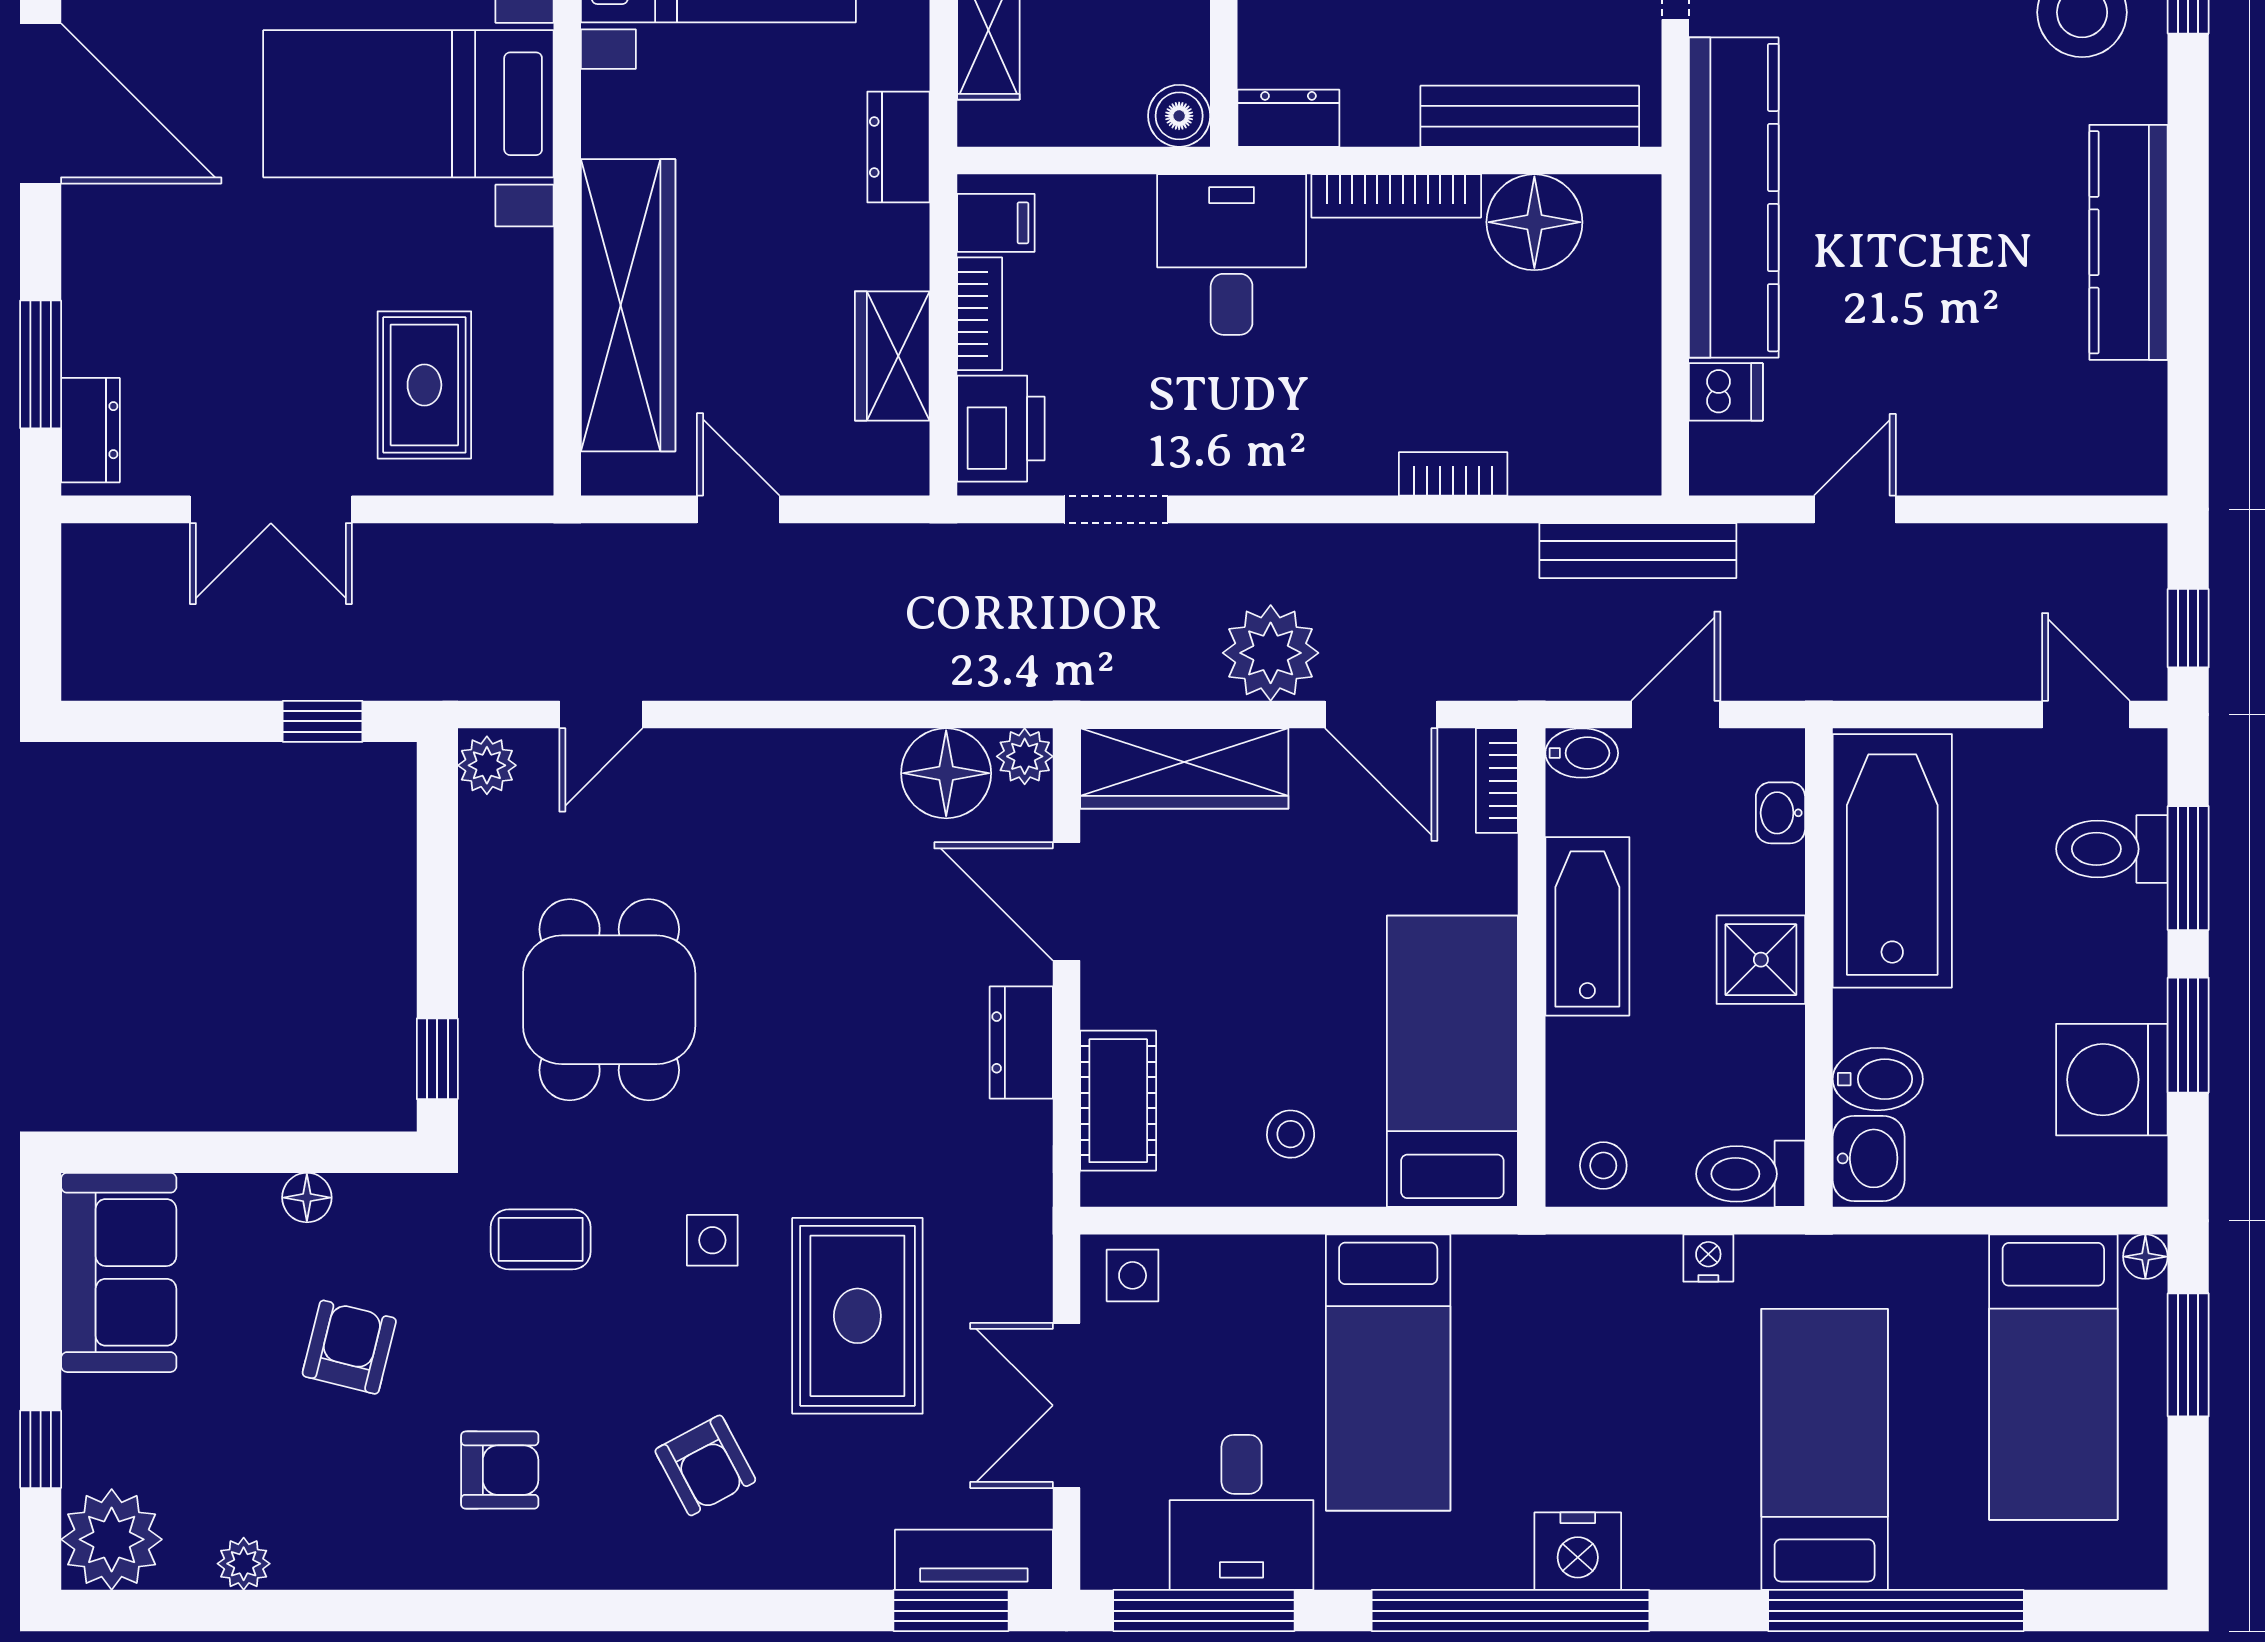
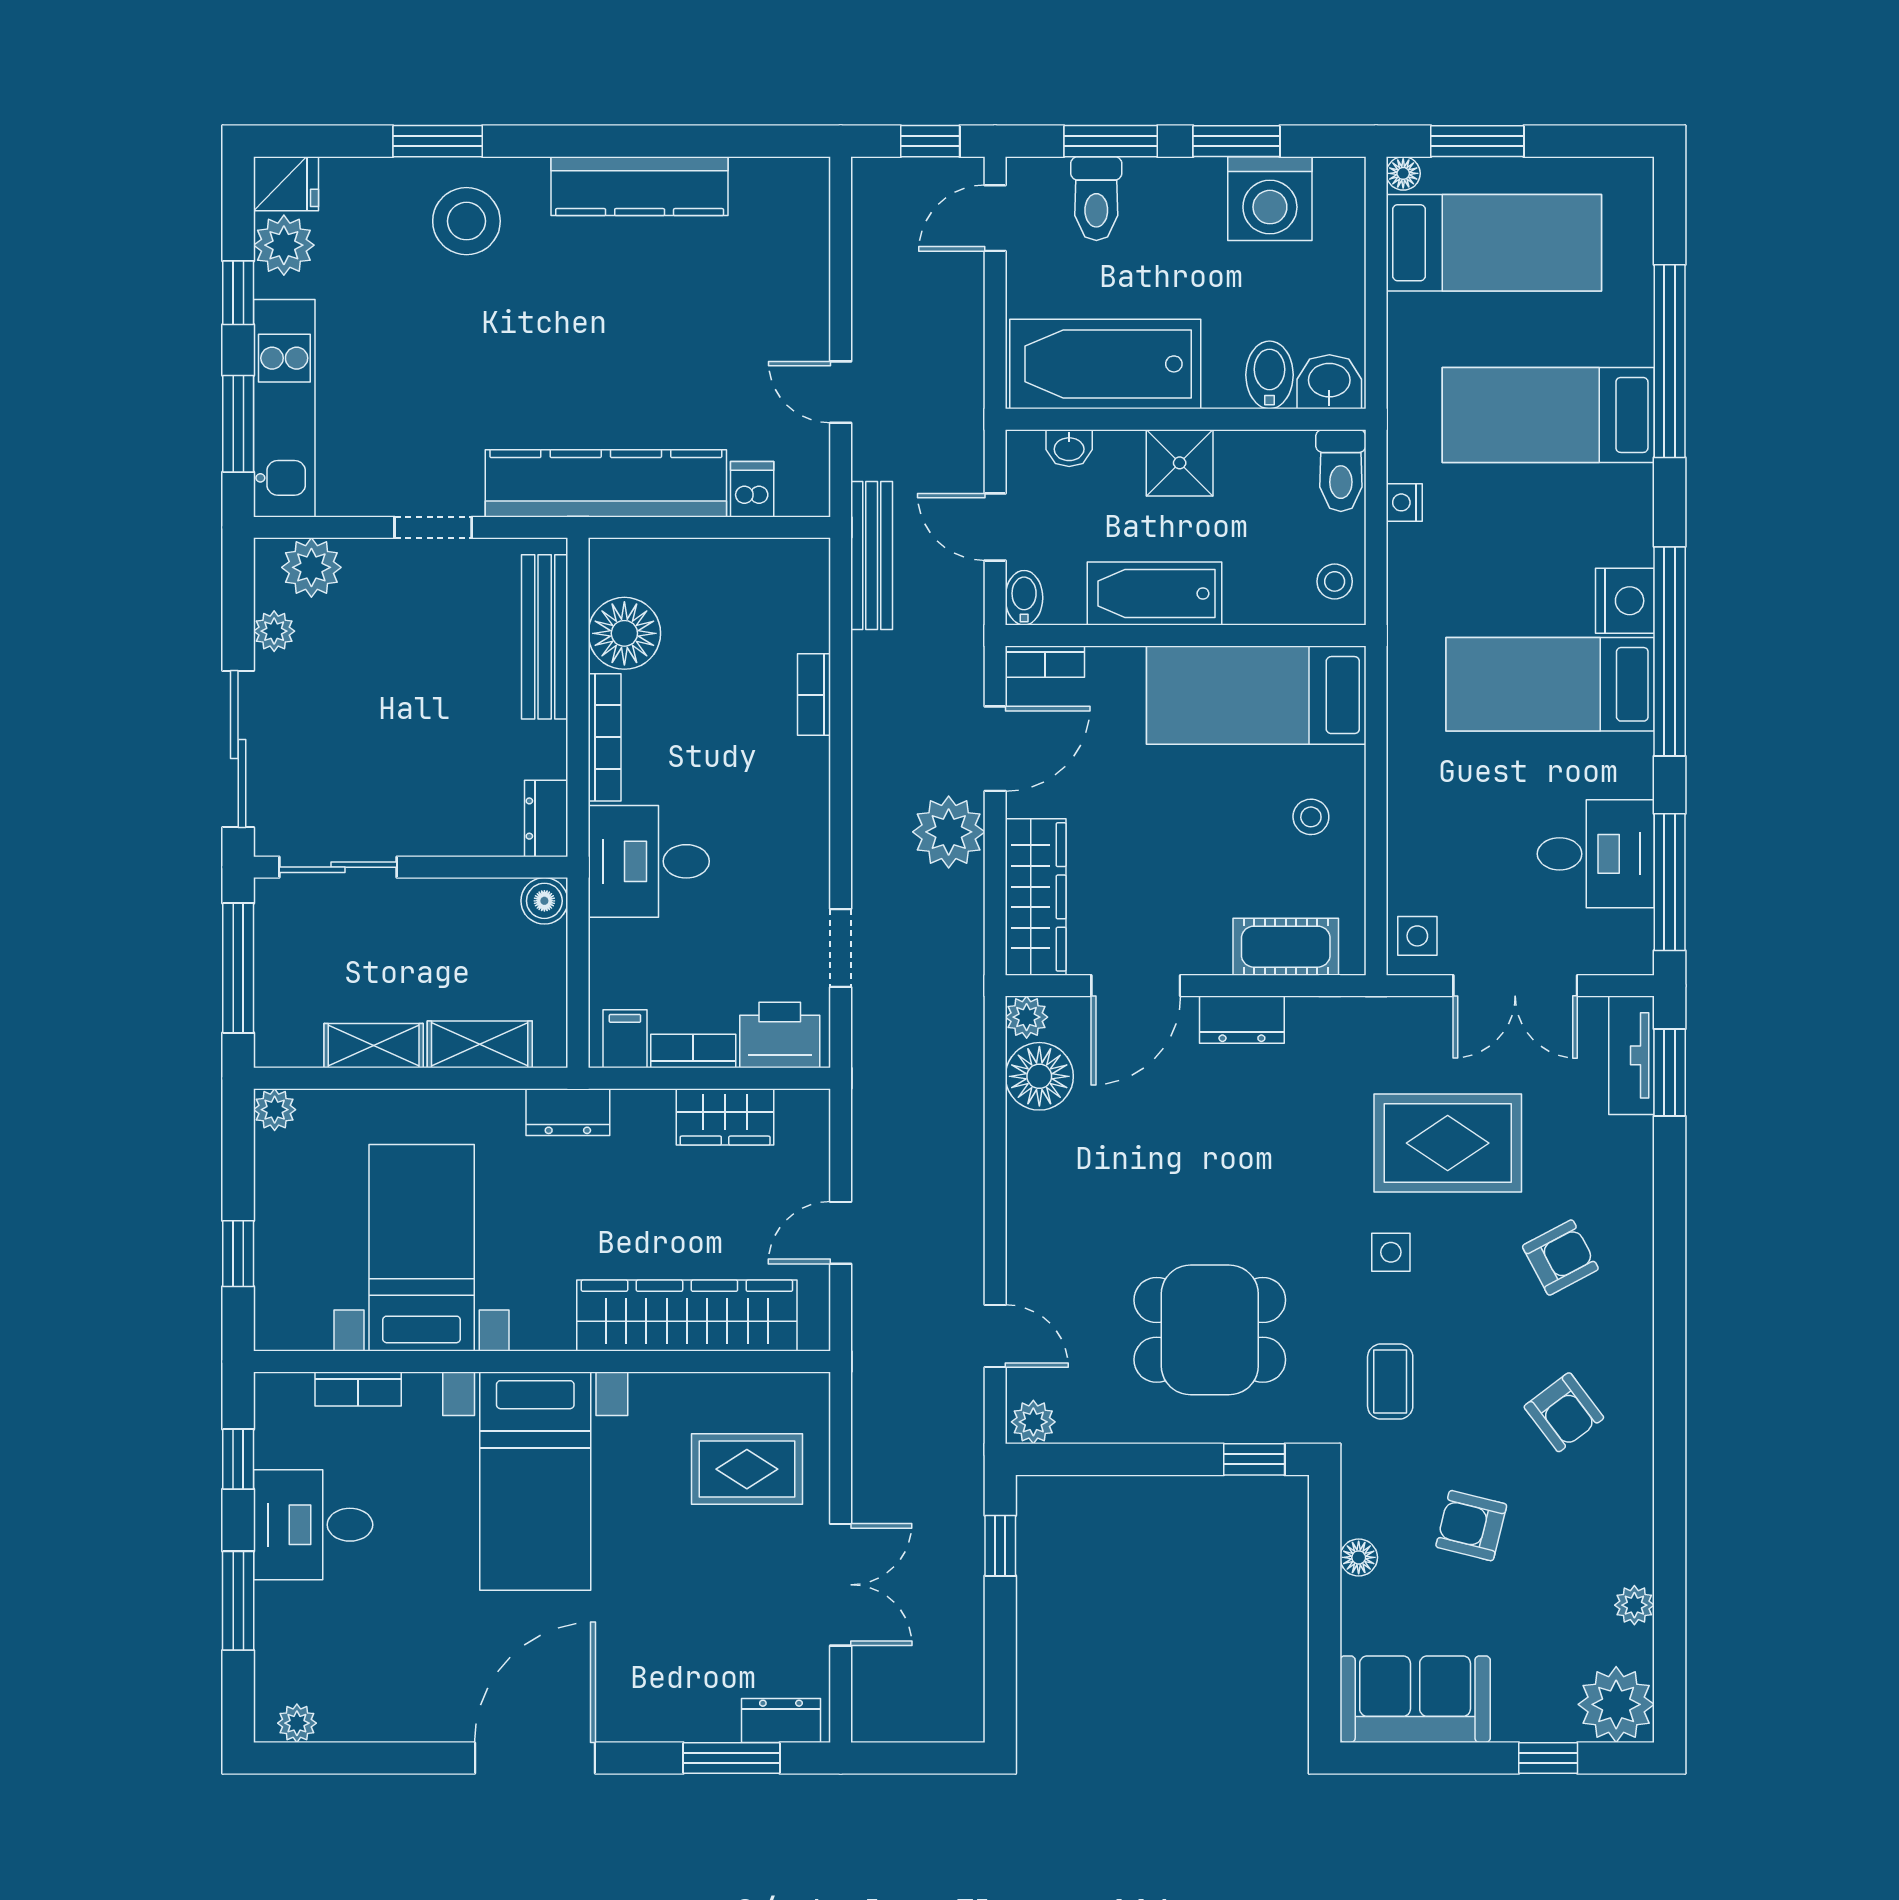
bed: (1388, 1373) -> (1550, 684), moved, turned 180
armchair: (500, 1470) -> (1564, 1412), turned 143

